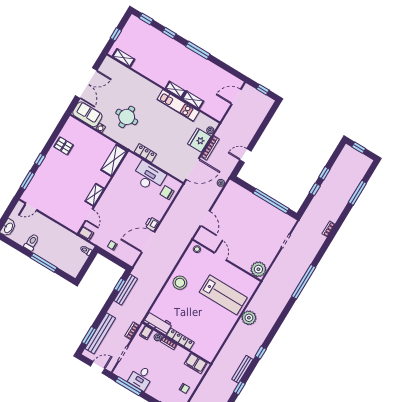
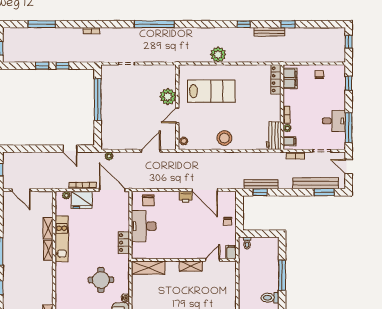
plant: (258, 269) -> (168, 97), moved
lab bench: (223, 295) -> (211, 91), turned 90
locker: (180, 339) -> (276, 79), moved

